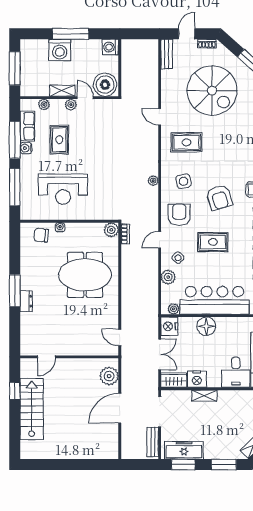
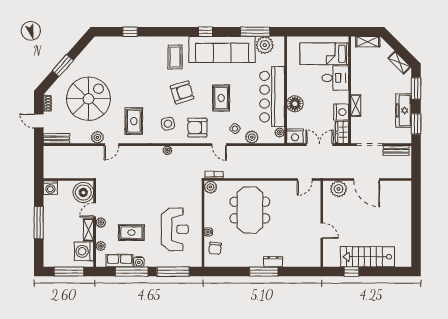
washing machine: (60, 50) -> (84, 251), moved, turned 180
plant: (168, 101) -> (97, 137), added
door: (46, 357) -> (322, 231), moved
freezer: (184, 450) -> (404, 110), moved

